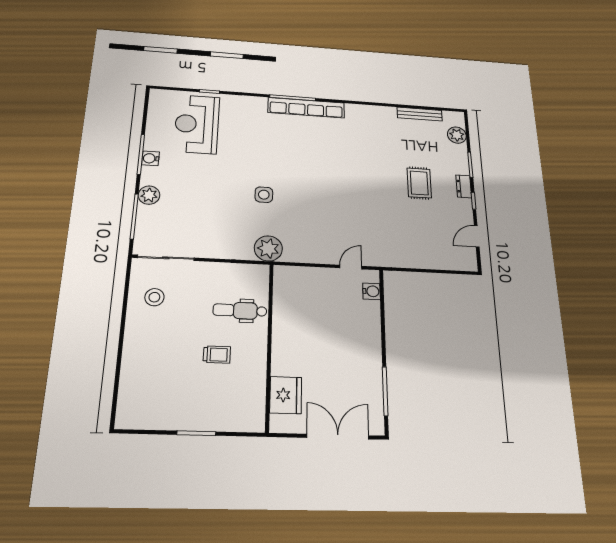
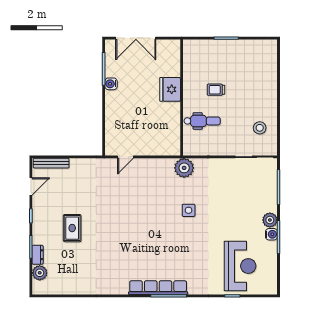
bench: (420, 114) -> (51, 163), moved
dresser: (464, 186) -> (38, 255), moved
plant: (149, 195) -> (270, 220), moved
water cooler: (372, 291) -> (111, 84), moved
fridge: (286, 395) -> (170, 89), moved

